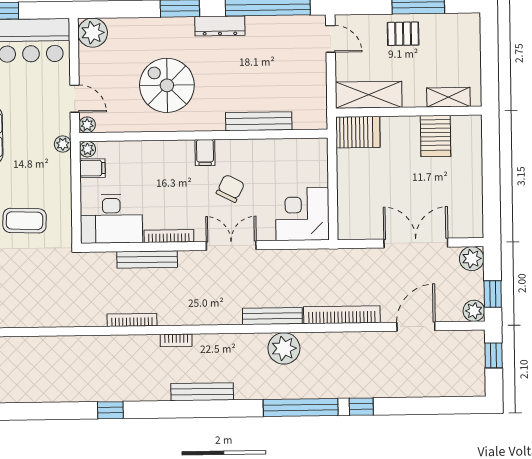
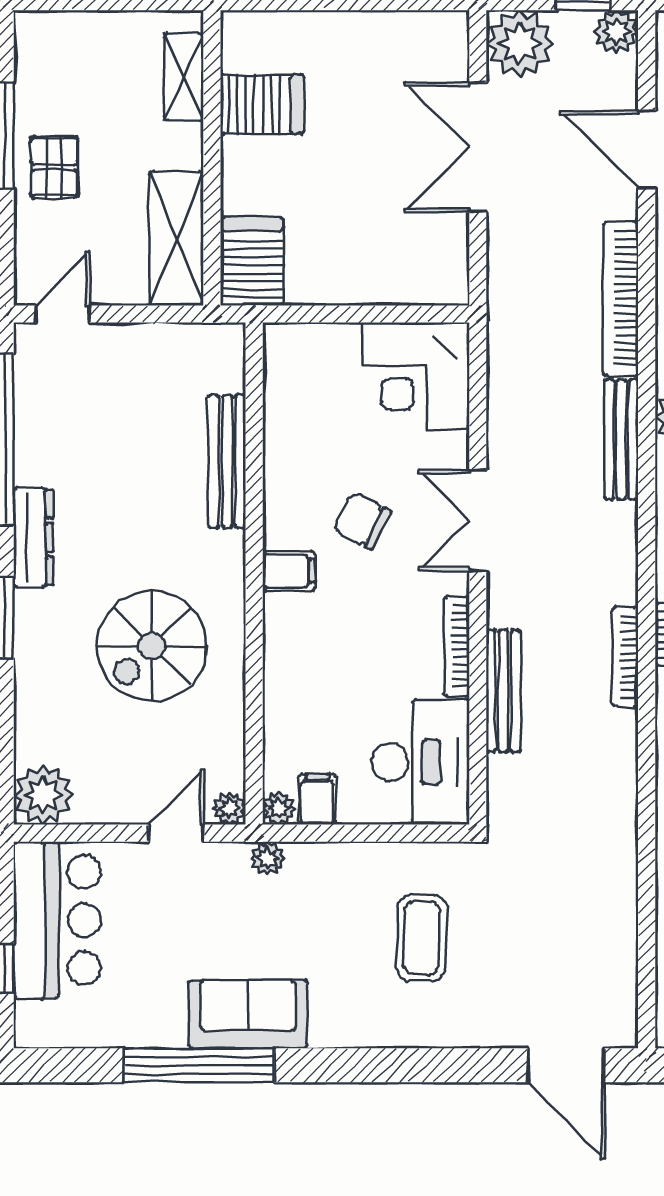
plant: (472, 259) -> (520, 44), width x1.36, depth x1.36
bookcase: (132, 320) -> (625, 657), moved

